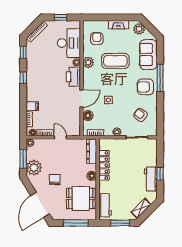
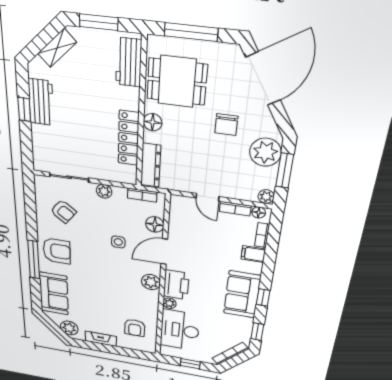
coffee table: (115, 61) -> (106, 294), removed
plant: (88, 62) -> (151, 282), moved
sofa: (35, 77) -> (242, 294), added

